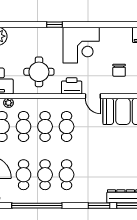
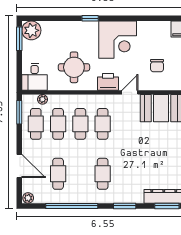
door: (93, 96) -> (130, 92), swing flipped
cafe table: (45, 175) -> (80, 174), removed
window: (99, 206) -> (125, 206), moved

